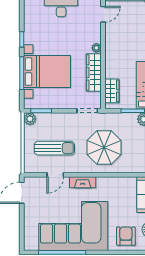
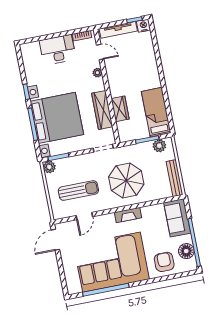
door: (103, 14) -> (100, 52), hinge flipped
plant: (96, 48) -> (97, 73), moved
bed with nightstands: (47, 72) -> (57, 118), width x1.36
wardrobe: (112, 91) -> (120, 109), moved
fireplace: (83, 182) -> (128, 215), moved

